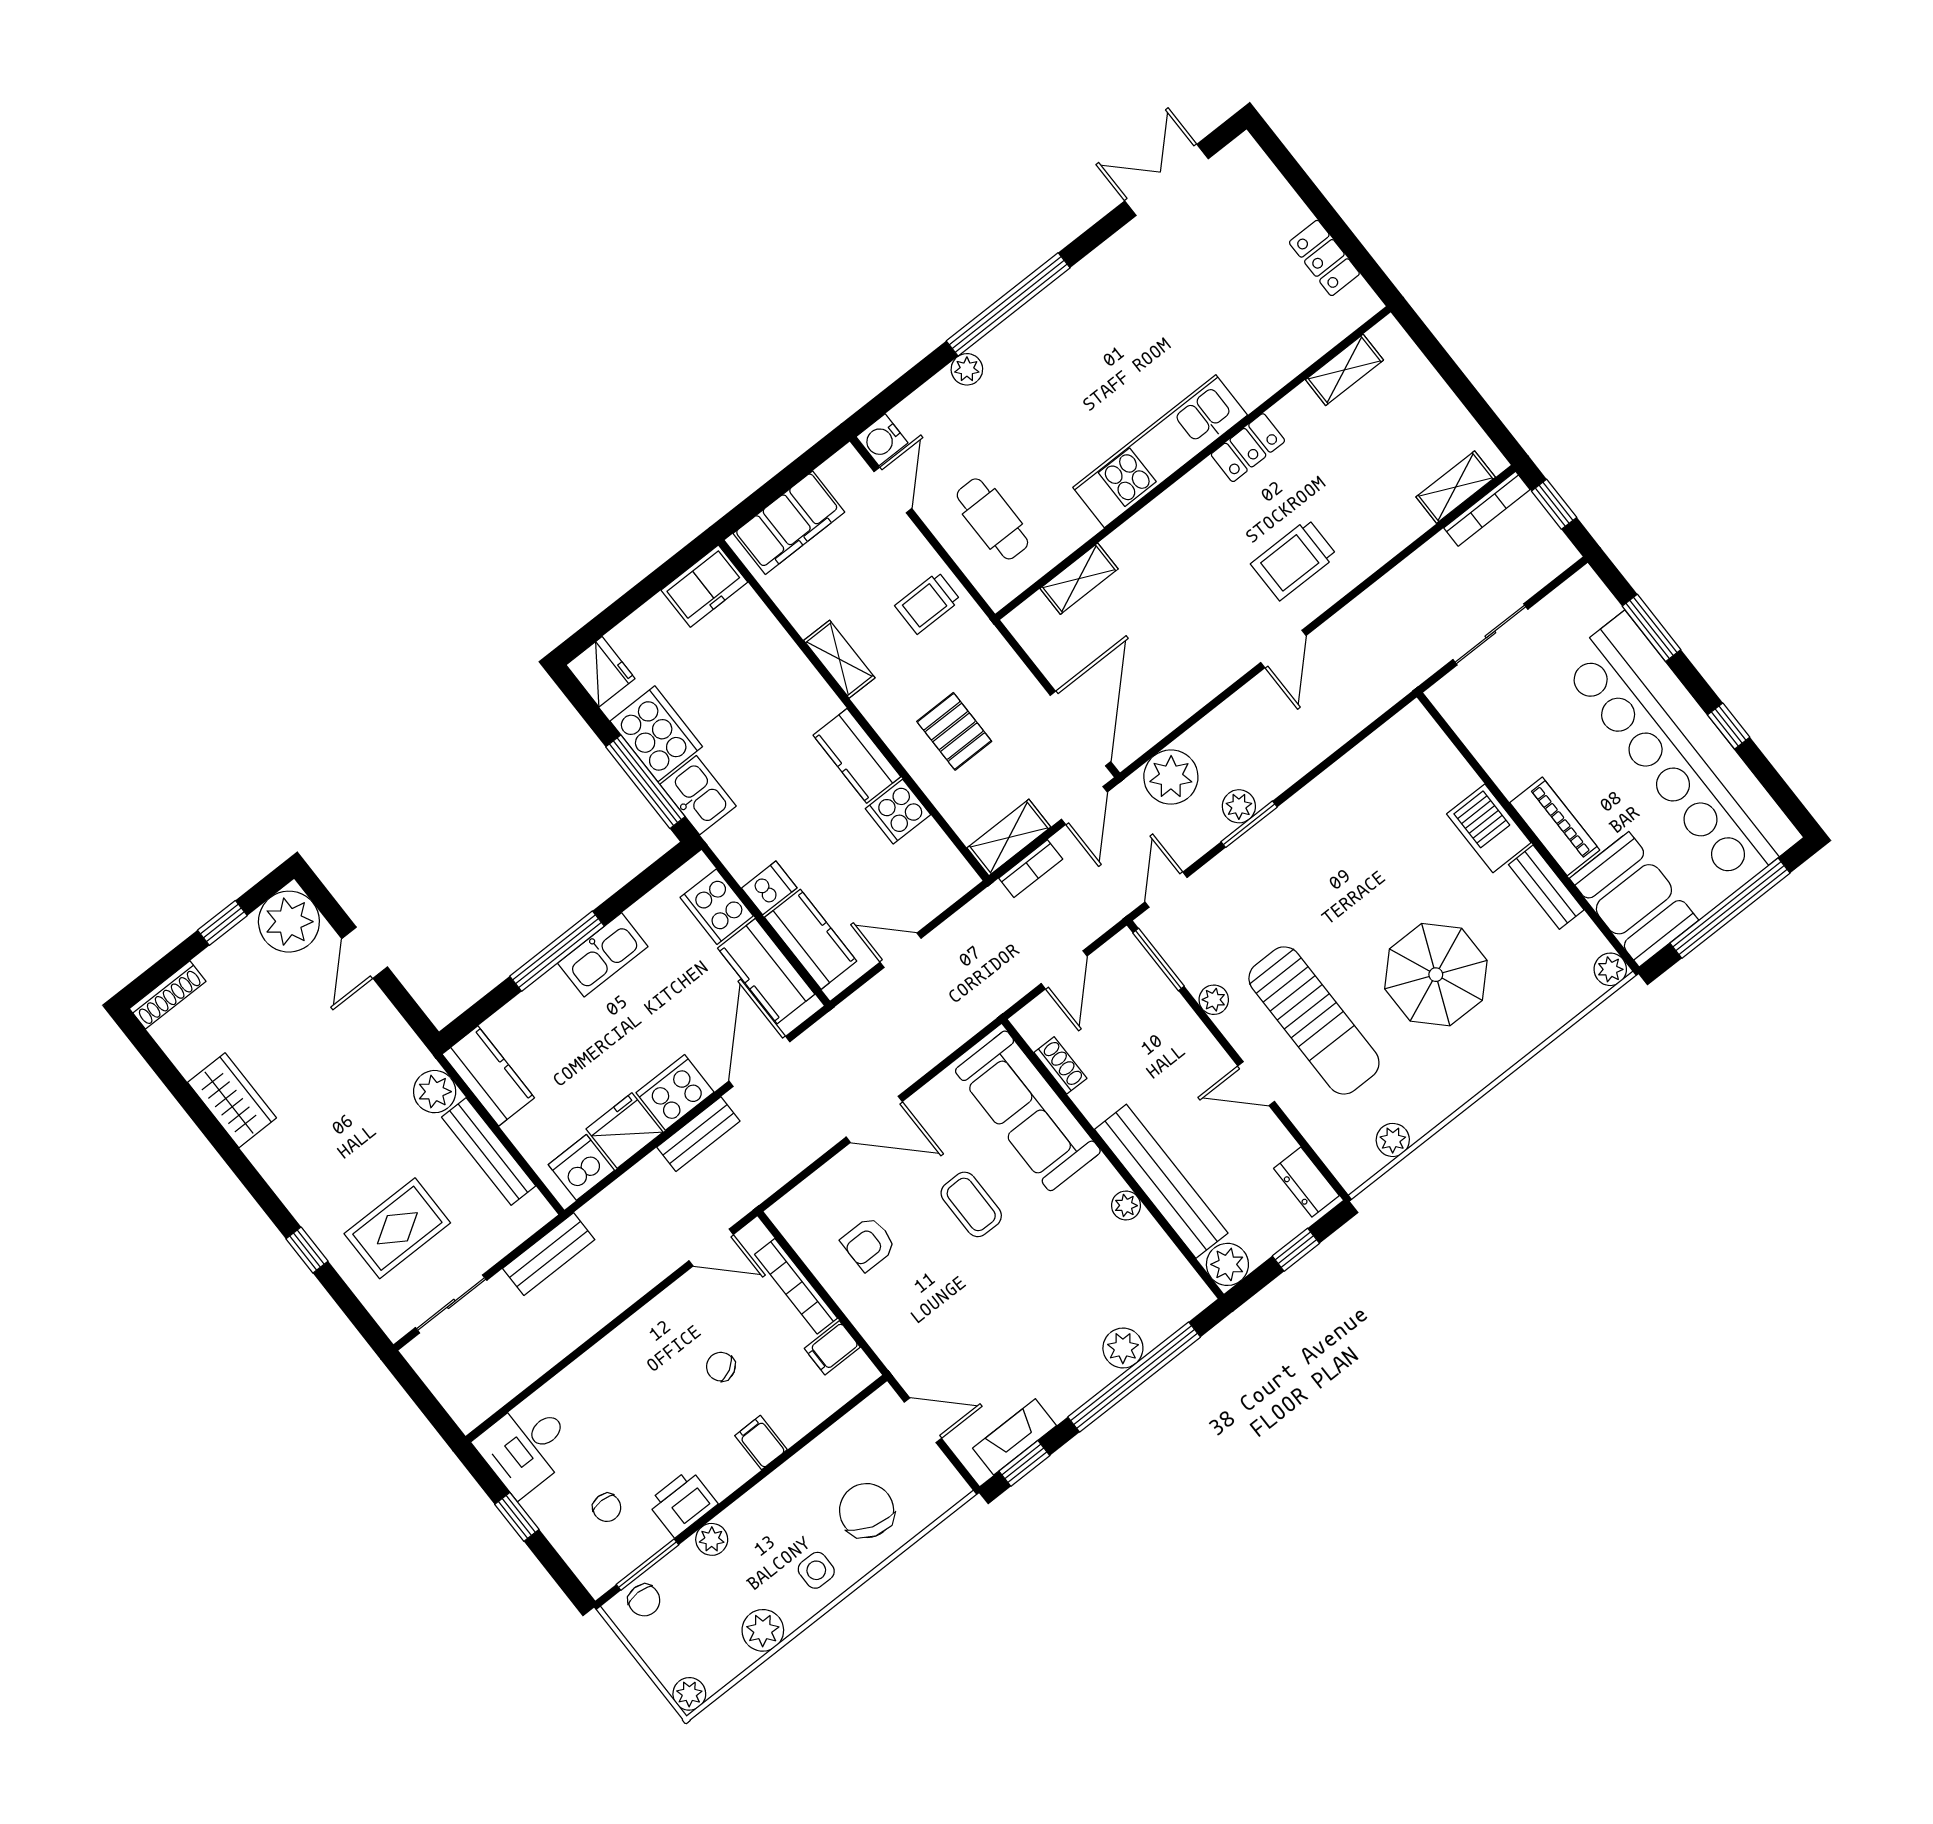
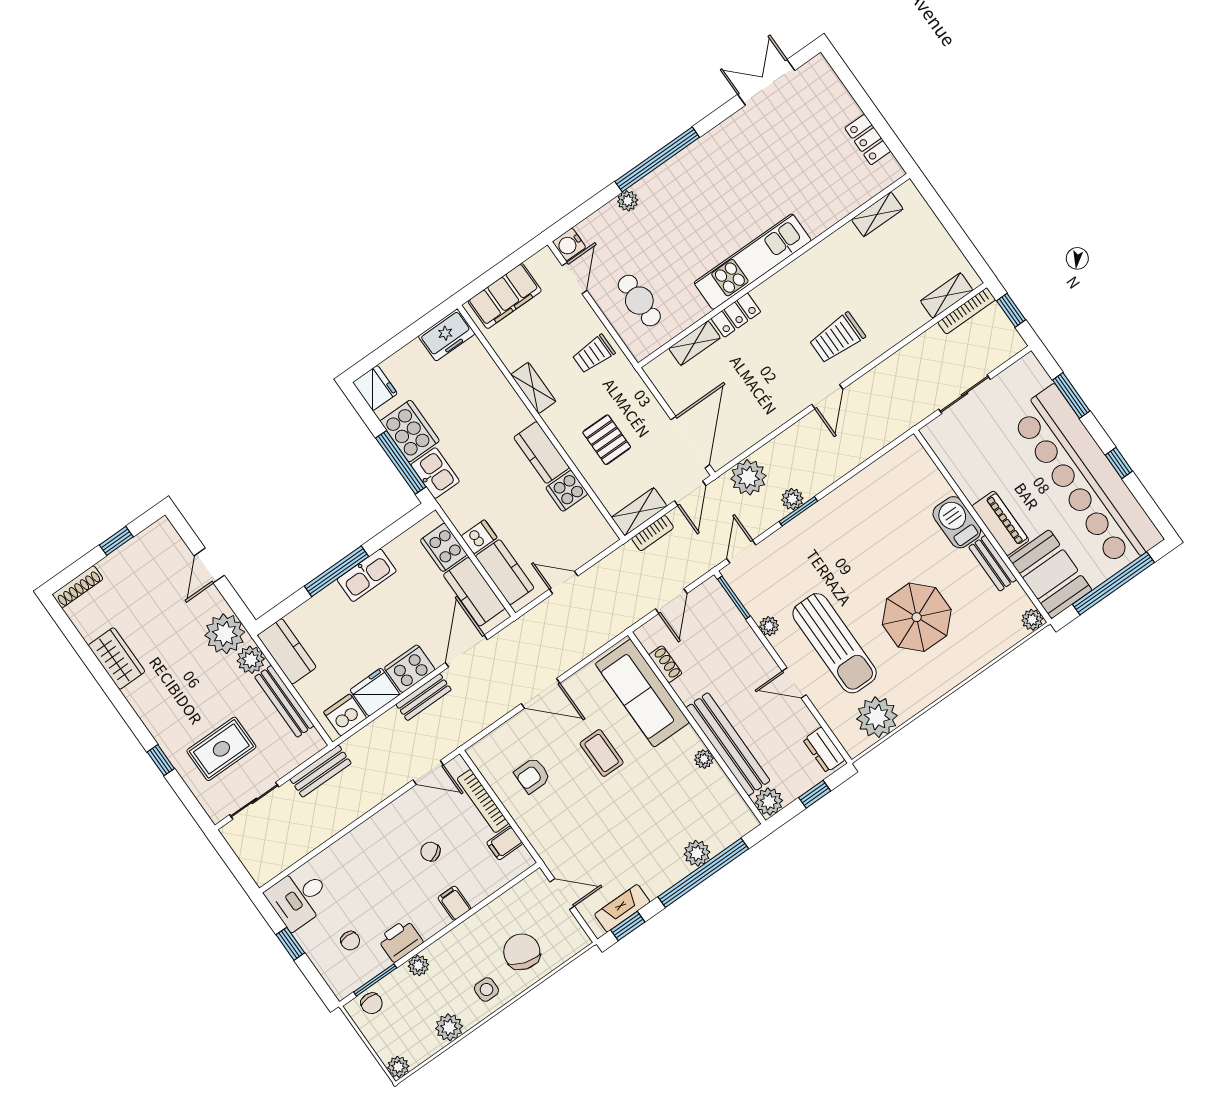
locker: (1248, 448) -> (736, 315), moved
plant: (289, 922) -> (225, 634), moved
plant: (1393, 1140) -> (877, 717), width x1.88, depth x1.88

